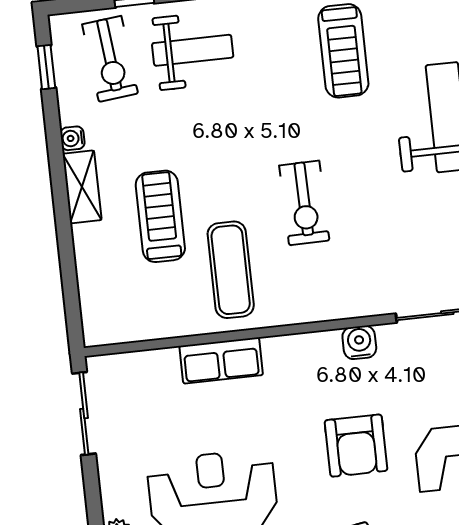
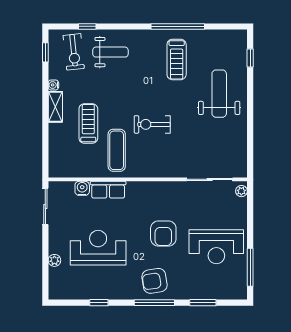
exercise bike: (304, 203) -> (152, 124), turned 91
water cooler: (359, 342) -> (82, 188), moved

